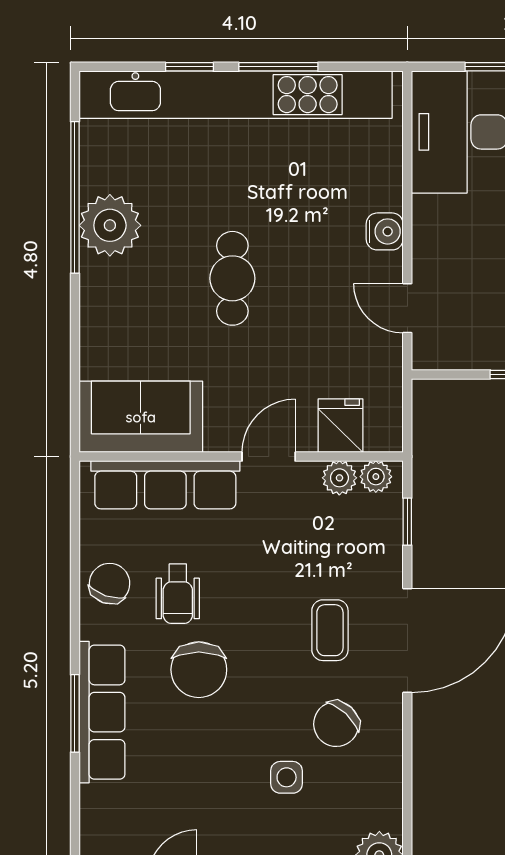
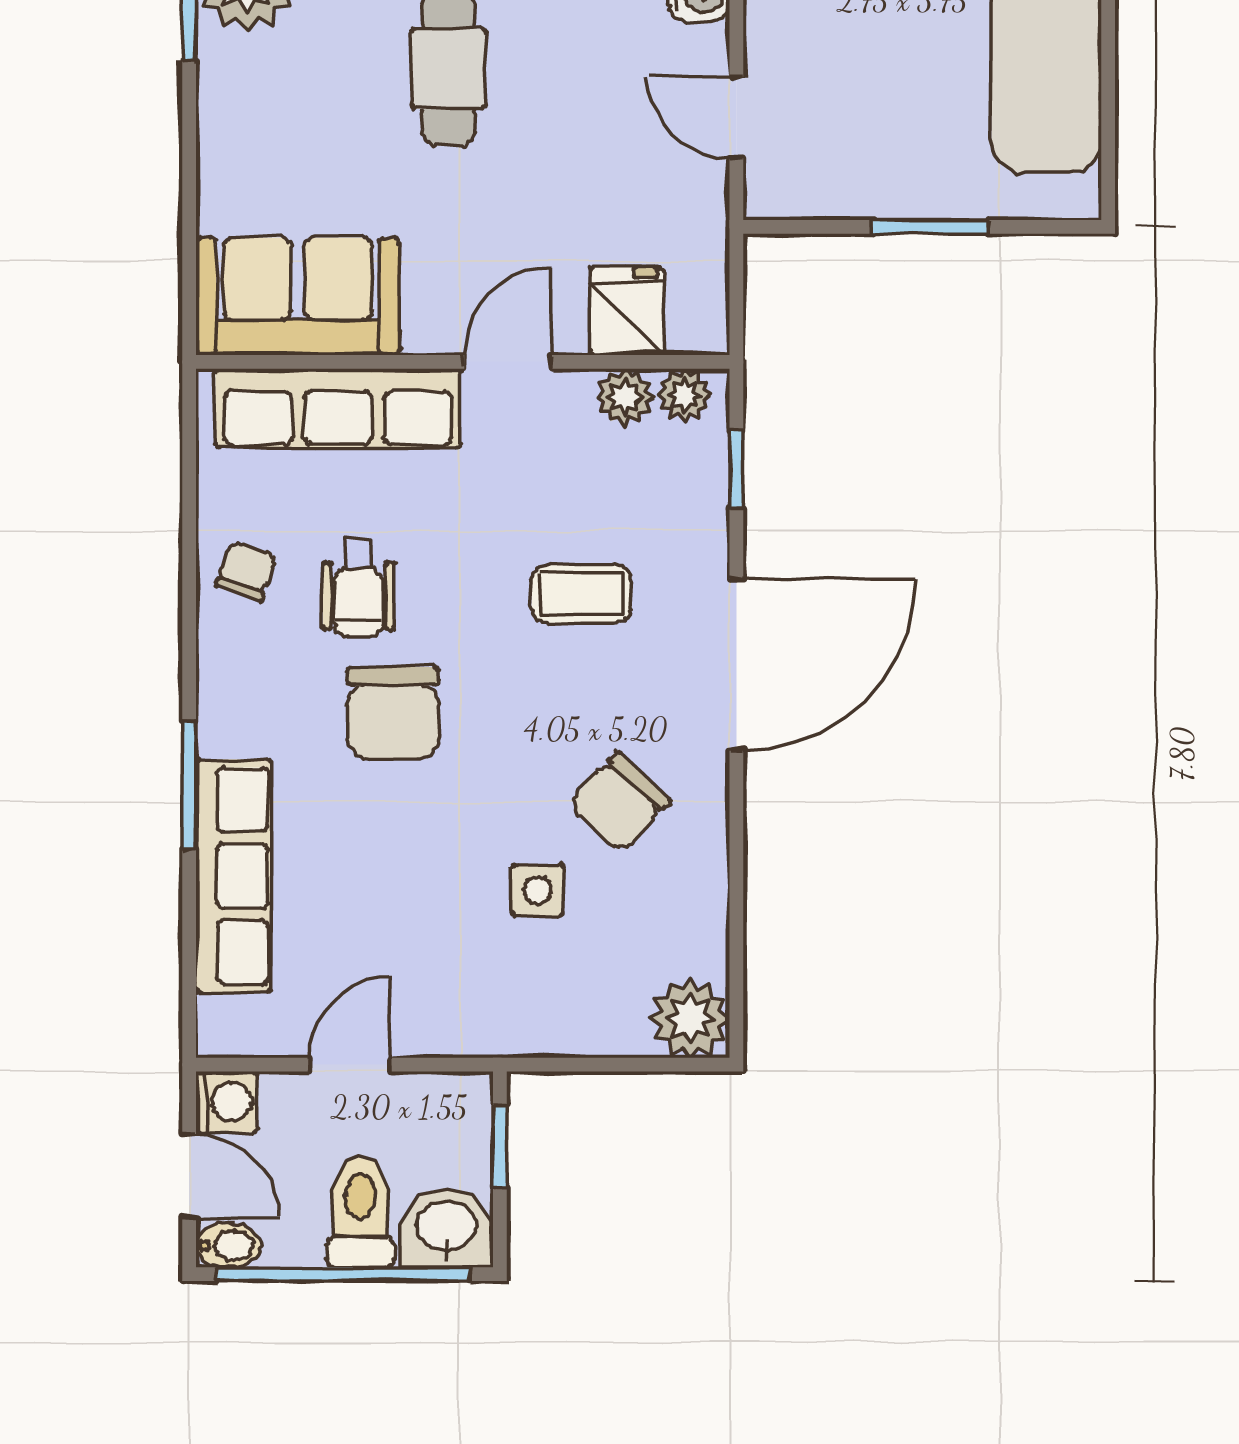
chair: (110, 584) -> (246, 571), width x0.73, depth x0.73
coffee table: (330, 630) -> (582, 594), moved, turned 90
row of seats: (102, 712) -> (234, 876), moved

